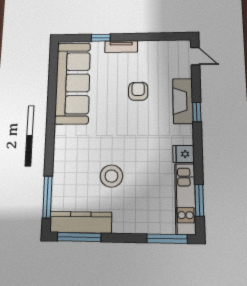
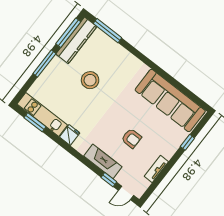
tv unit: (121, 47) -> (156, 169), moved
window: (197, 112) -> (109, 180), moved
window: (167, 239) -> (44, 63), moved

